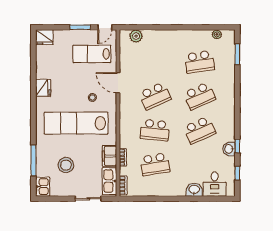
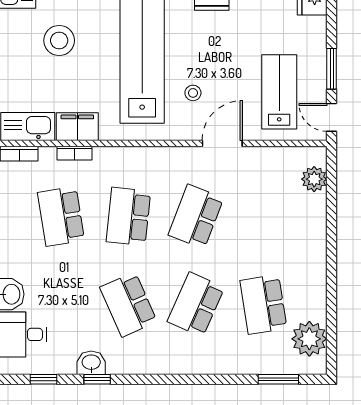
plant: (217, 34) -> (309, 339), width x1.88, depth x1.88
school desk: (155, 96) -> (196, 216), turned 45
school desk: (199, 96) -> (196, 304), turned 48

